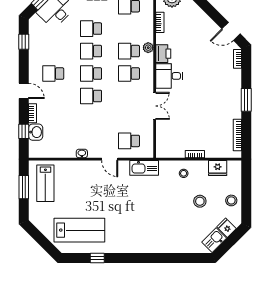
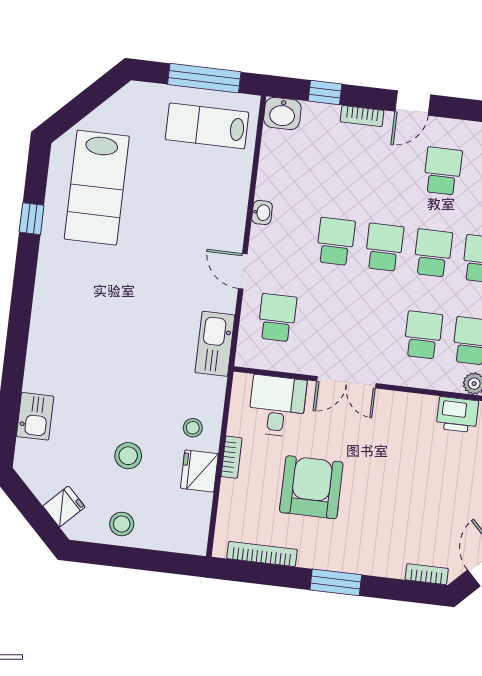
desk: (169, 76) -> (277, 406), moved
armchair: (204, 116) -> (311, 487), added
school desk: (91, 118) -> (336, 241), added
washbasin: (36, 132) -> (282, 114), moved
door: (110, 159) -> (243, 271), hinge flipped
fridge: (218, 168) -> (199, 471), moved
window: (24, 187) -> (204, 78), width x1.44
kitchen sink: (214, 240) -> (35, 416), moved, turned 45

